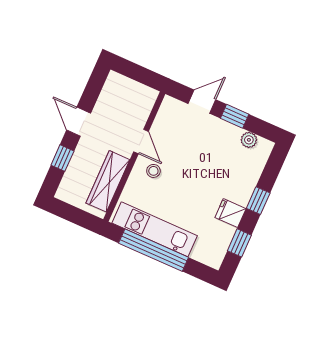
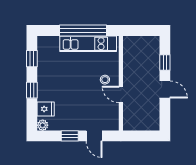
door: (202, 102) -> (94, 136), hinge flipped
plant: (249, 140) -> (43, 125), moved
wardrobe: (108, 181) -> (130, 61), removed
fridge: (230, 213) -> (46, 109), moved

